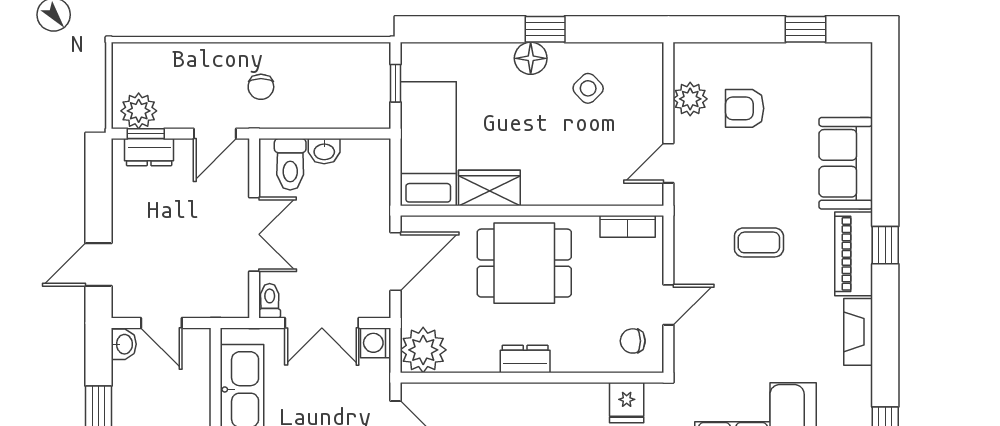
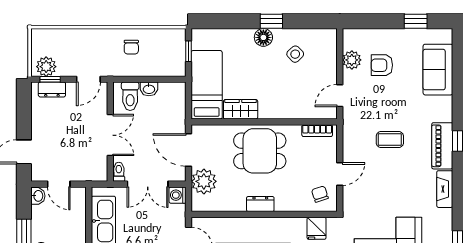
chair: (261, 87) -> (131, 47), moved
sofa: (846, 163) -> (438, 70), moved
door: (395, 261) -> (188, 150), swing flipped
chair: (633, 341) -> (320, 194), turned 72
plant: (423, 350) -> (204, 181), moved

